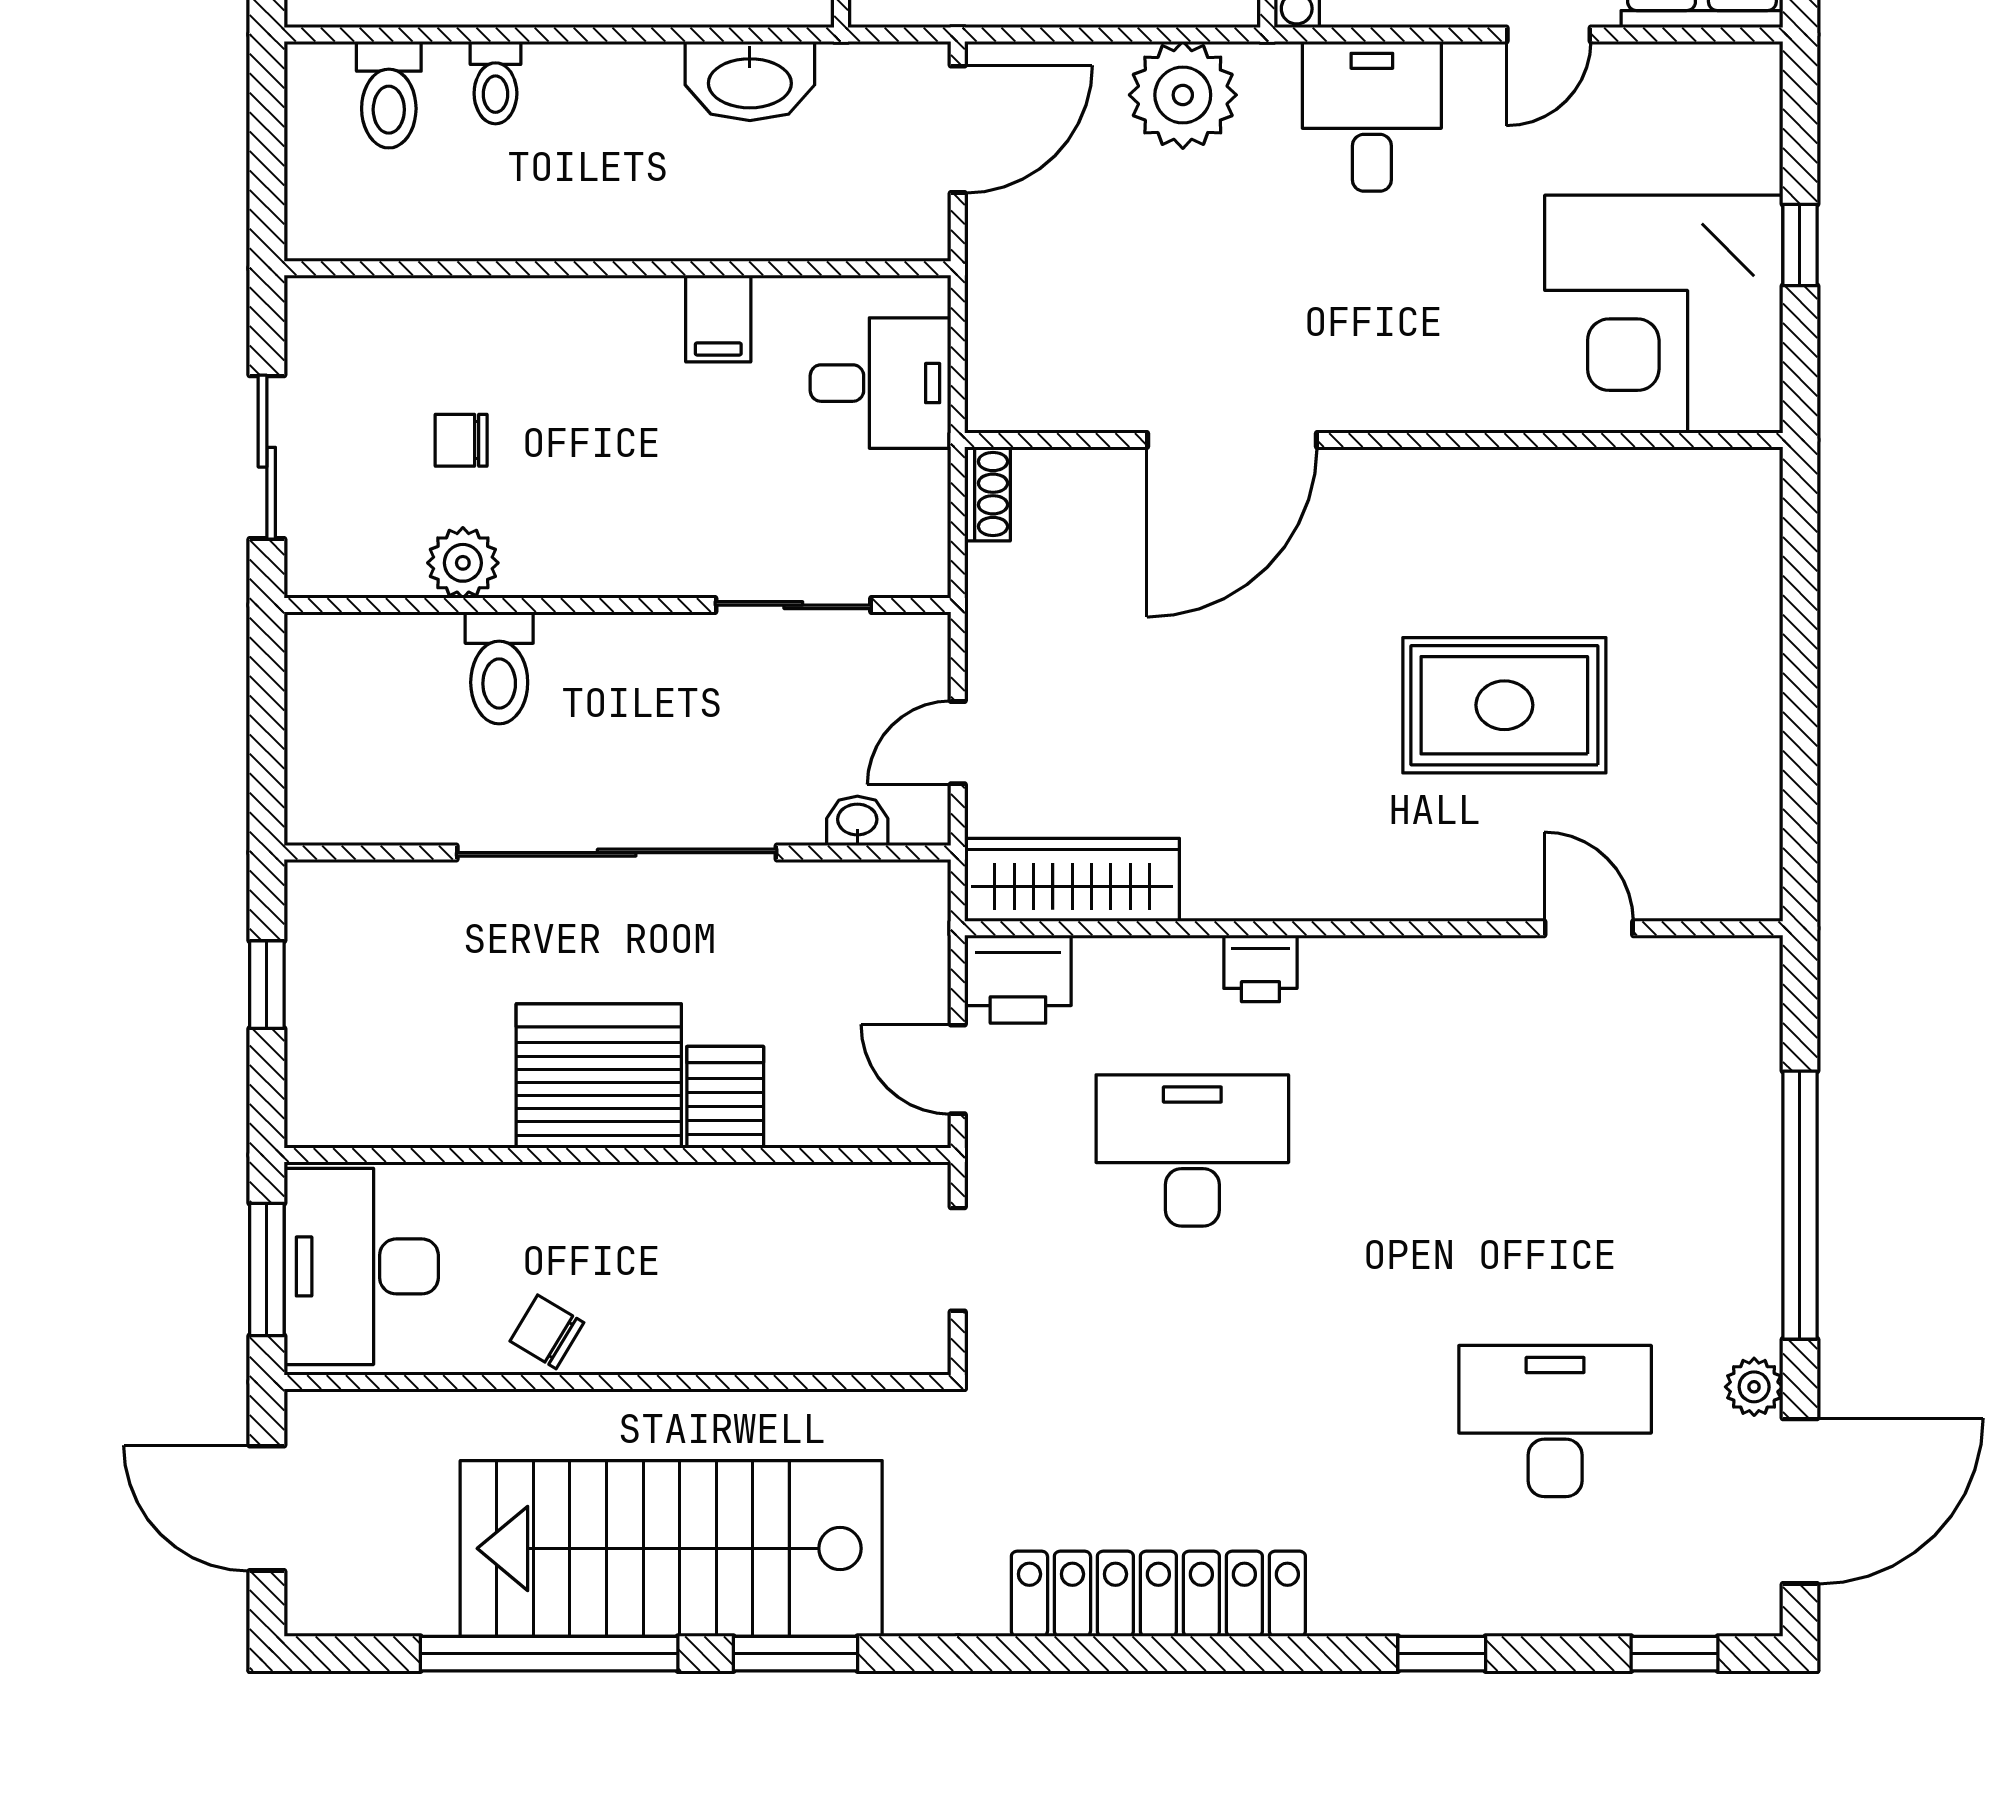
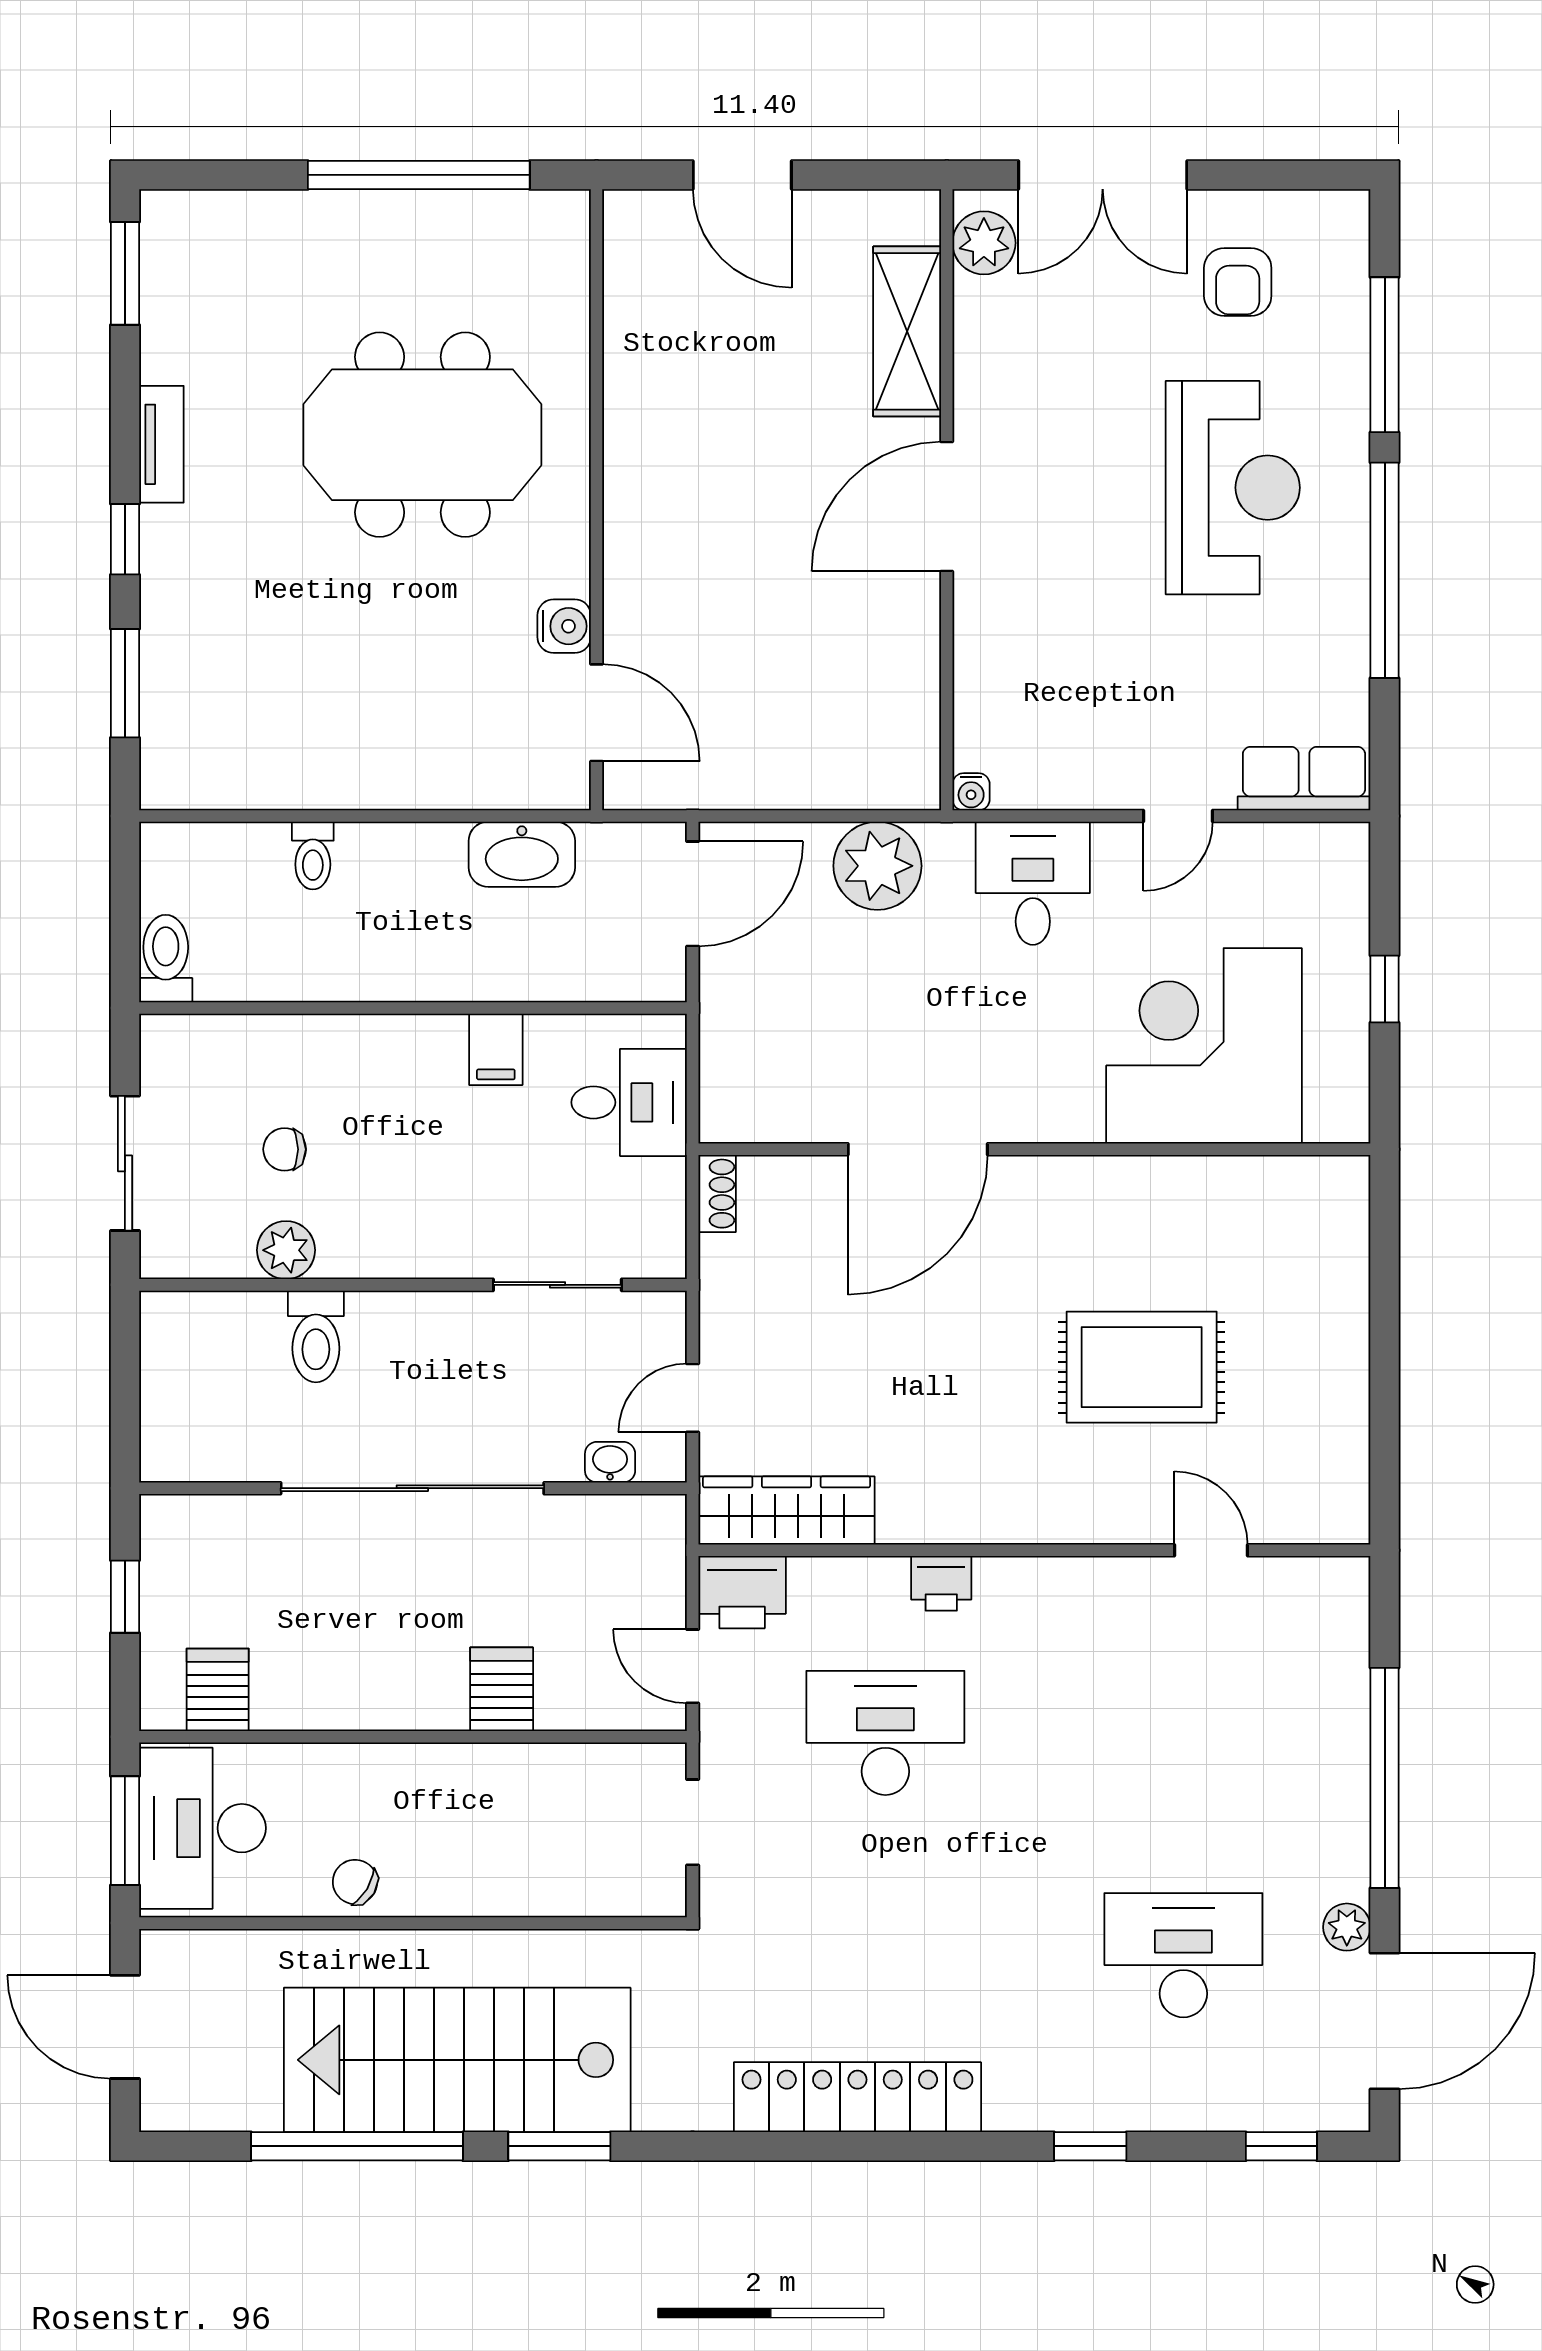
toilet: (389, 95) -> (166, 959), moved, turned 180
corner desk: (1664, 314) -> (1204, 1046), moved, turned 90
server rack: (599, 1076) -> (218, 1690), moved, width x0.46, depth x0.70

